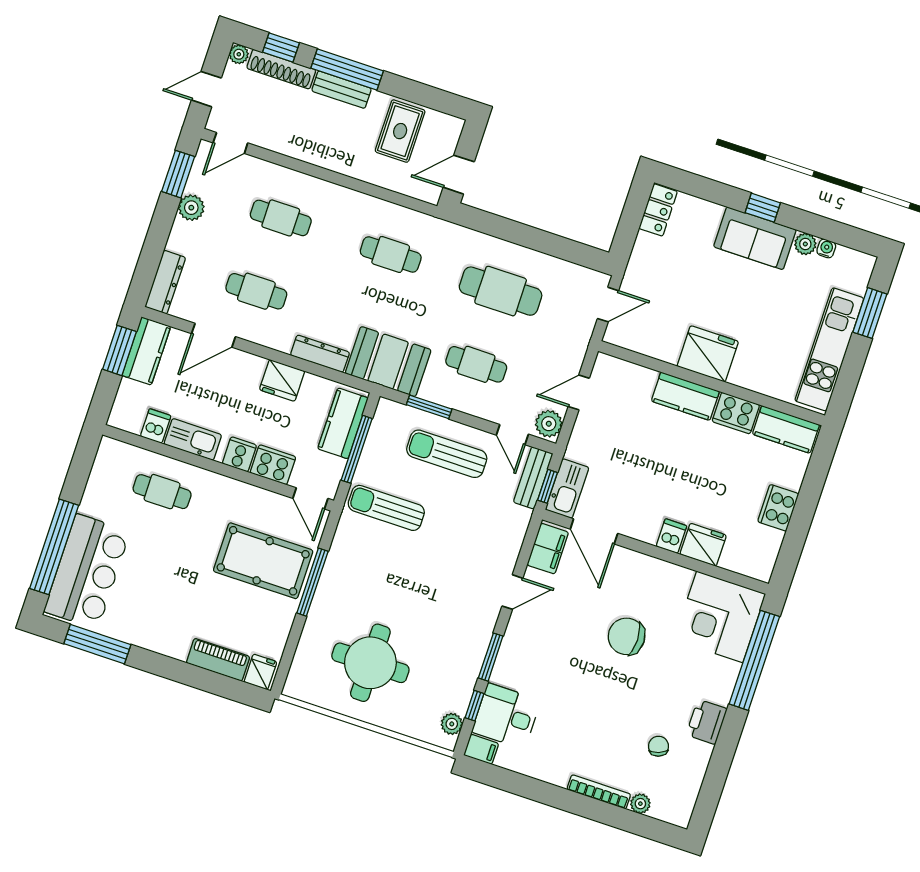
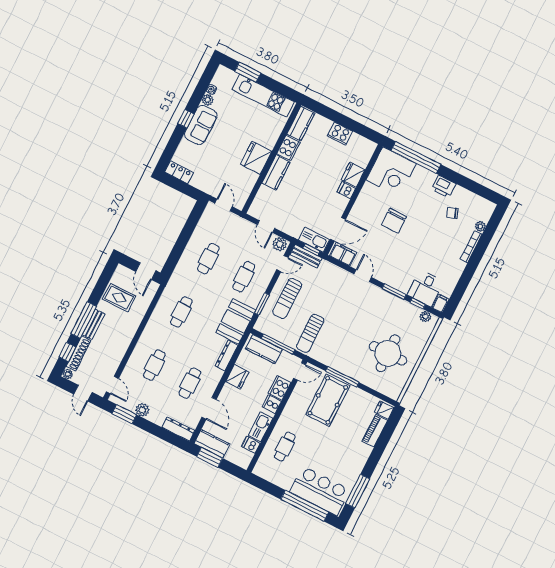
cafe table: (501, 291) -> (208, 259), width x0.73, depth x0.74

